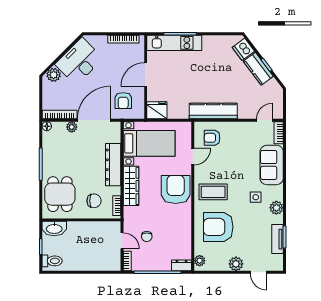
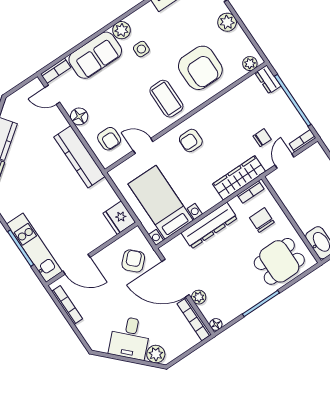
desk: (79, 61) -> (130, 338), width x0.73
door: (146, 75) -> (76, 264), moved
armchair: (123, 101) -> (133, 261), turned -45
floor lamp: (239, 128) -> (79, 116), added
wardrobe: (131, 186) -> (239, 178), moved
armchair: (176, 189) -> (191, 140), width x0.53, depth x0.53
plant: (276, 208) -> (121, 30), moved

